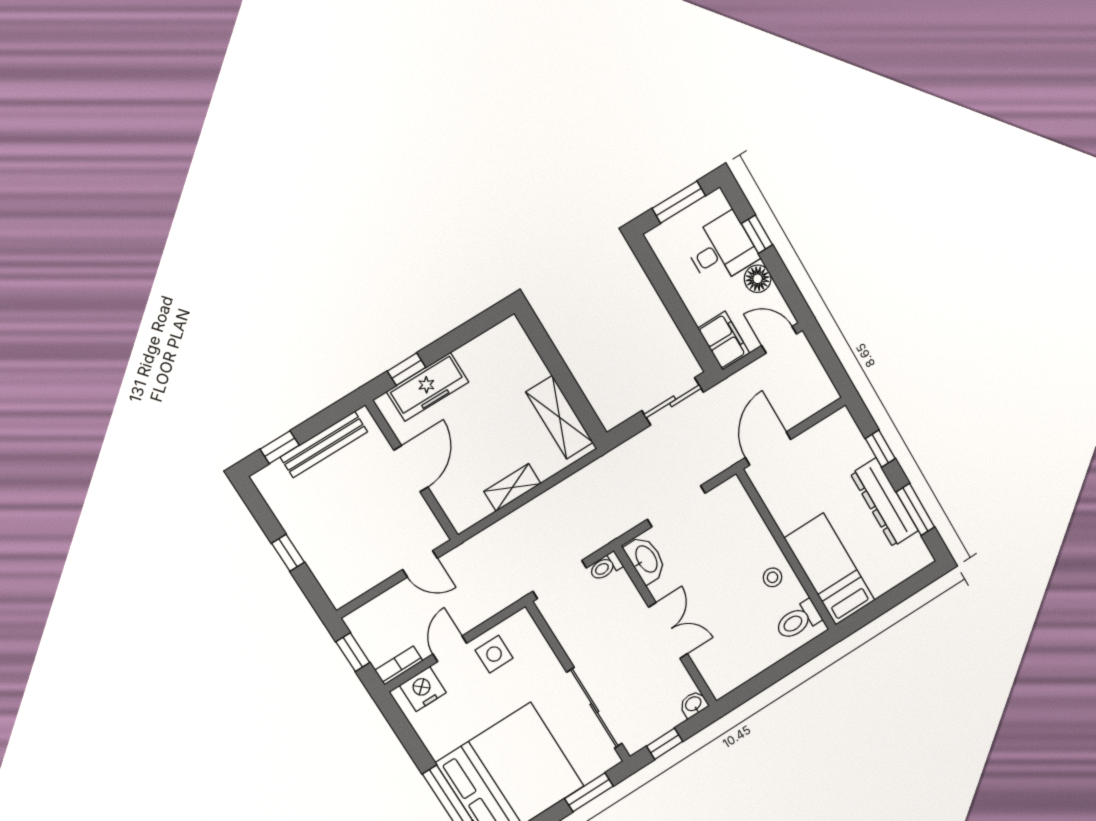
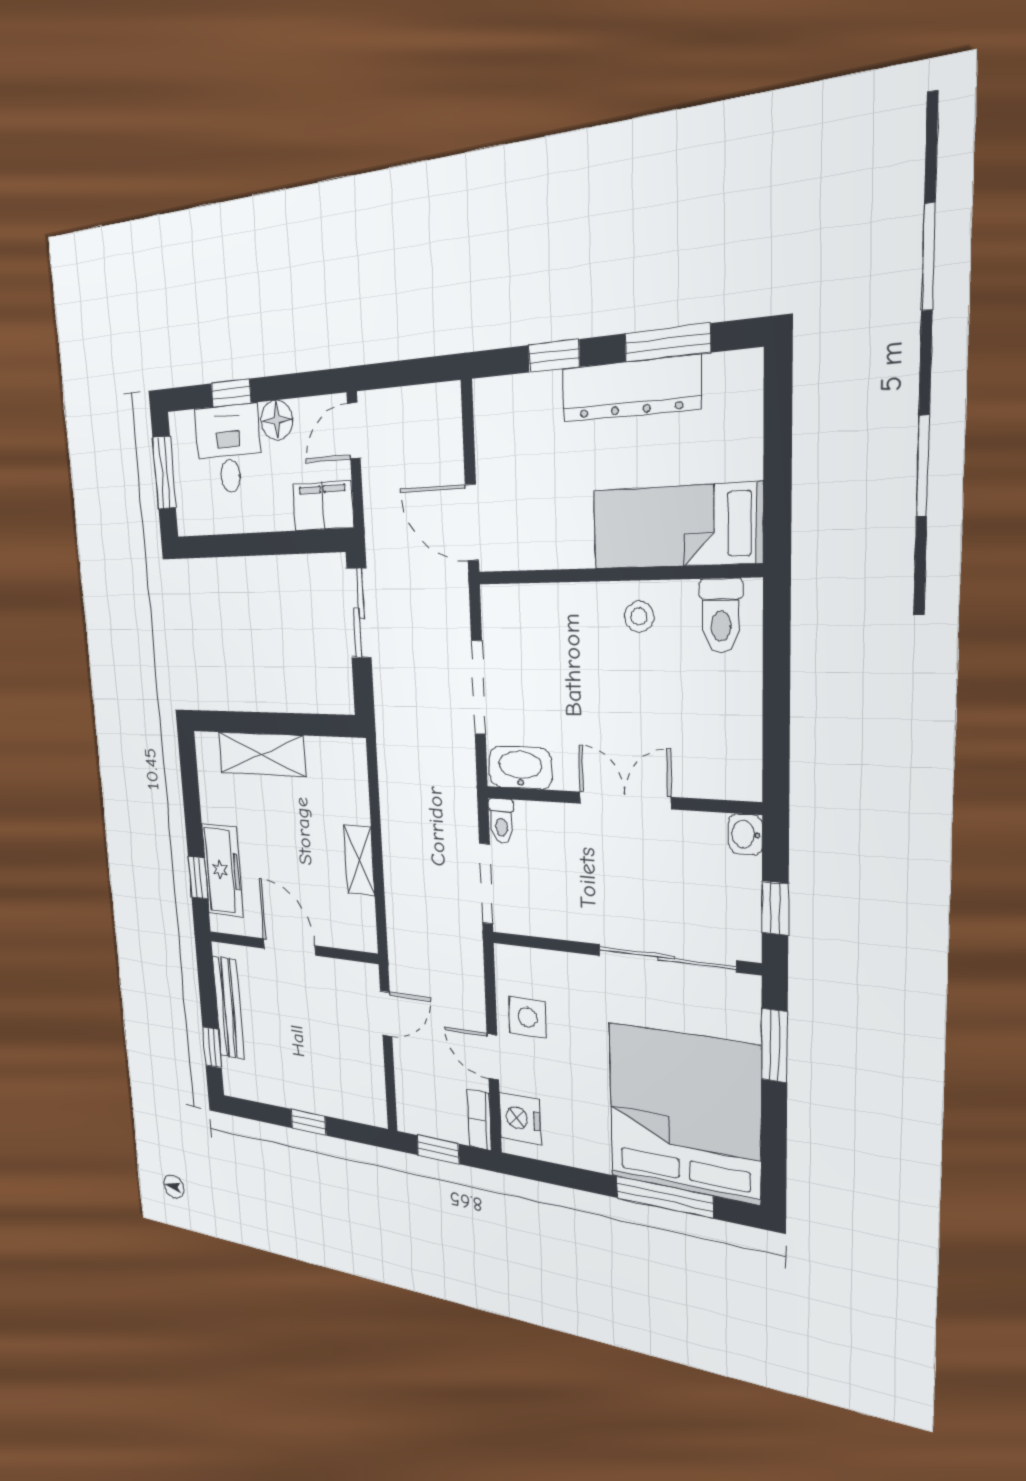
shelving: (559, 417) -> (262, 754), moved

